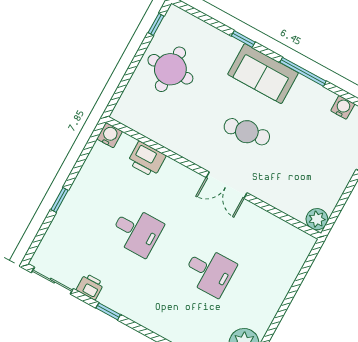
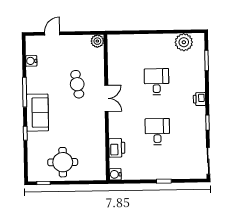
cafe table: (247, 132) -> (77, 84), moved
printer: (90, 287) -> (199, 99), moved

